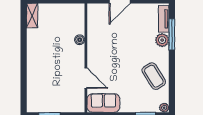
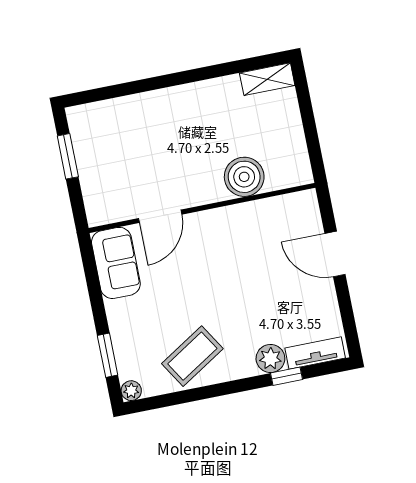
window: (172, 34) -> (286, 376), width x0.46
boiler: (80, 40) -> (244, 177), width x1.86, depth x1.86

